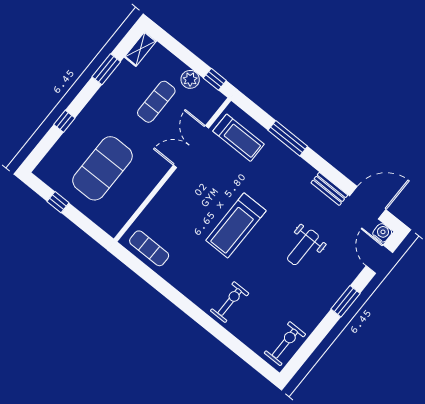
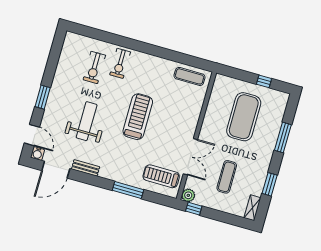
plant: (190, 79) -> (188, 195), moved
window: (64, 121) -> (283, 137), width x2.17
weight bench: (303, 247) -> (87, 121), width x1.36, depth x1.33
exercise bike: (285, 344) -> (94, 68), moved

